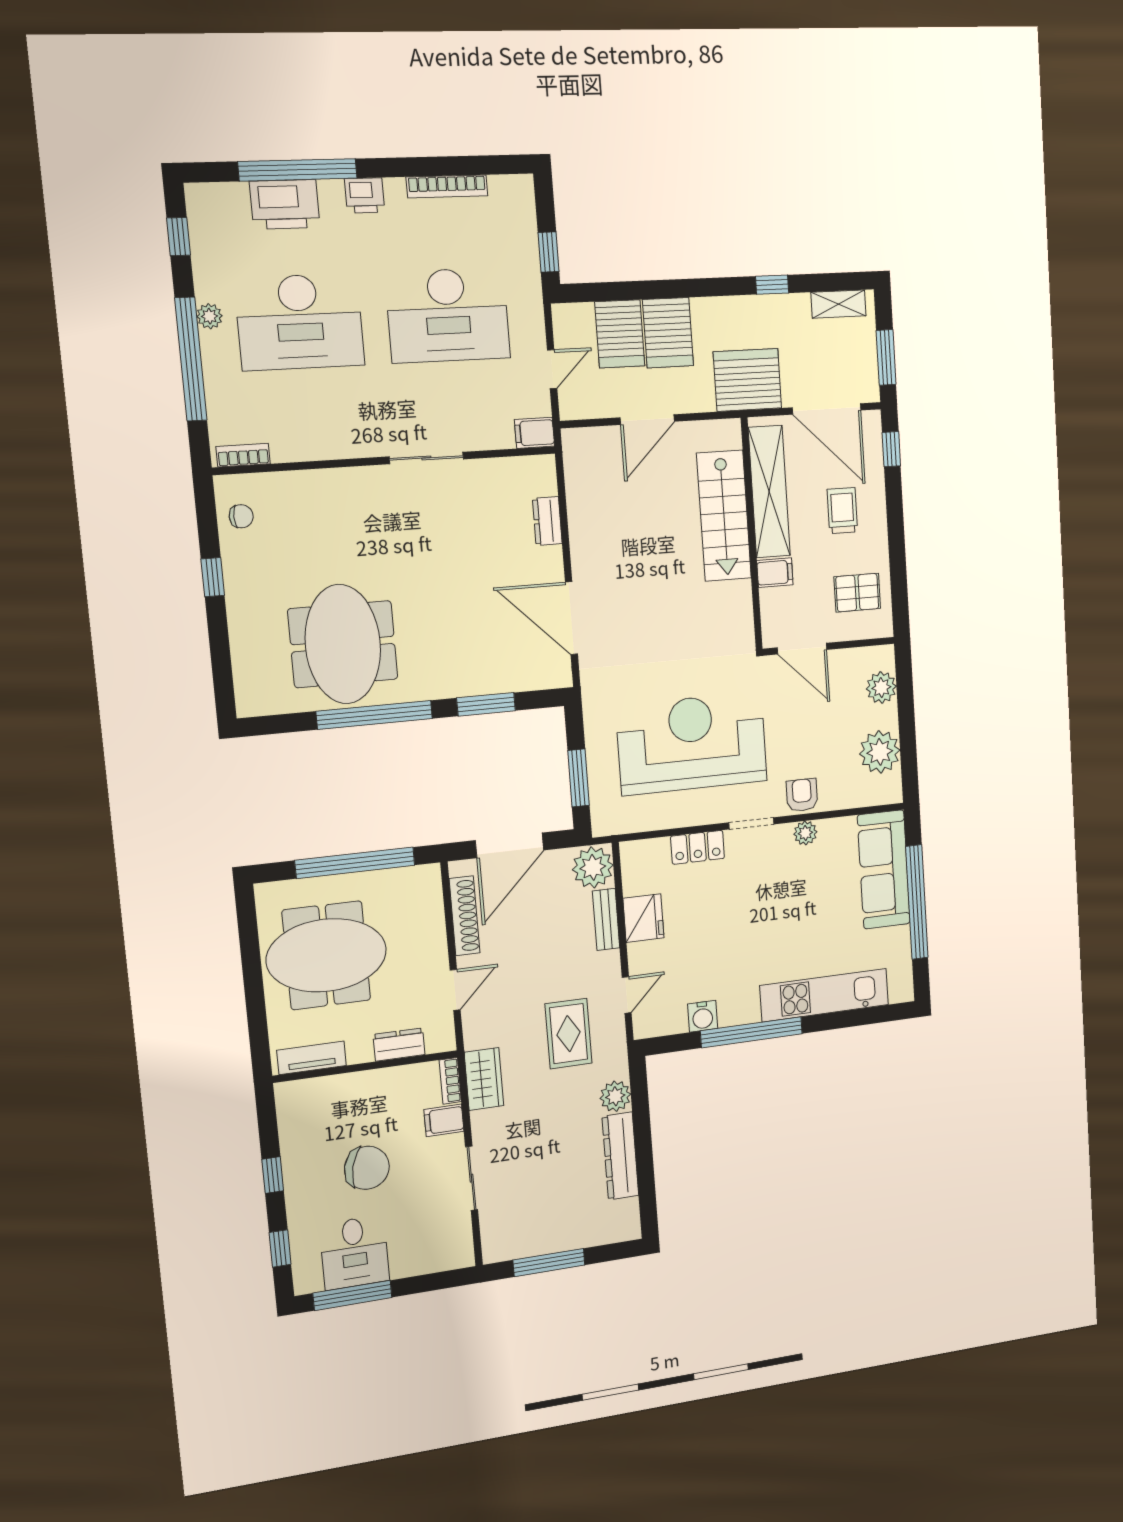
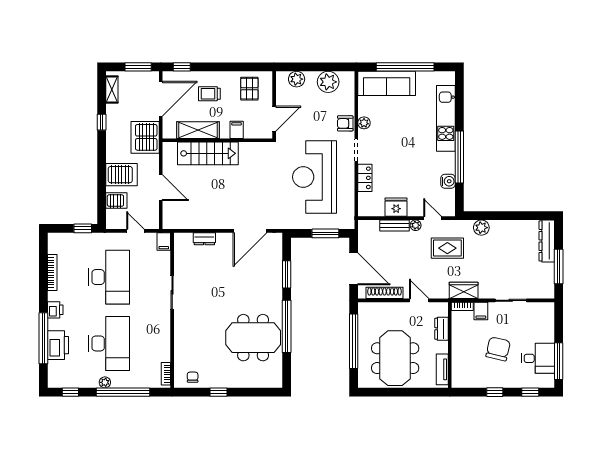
server rack: (620, 334) -> (116, 201), width x0.73, depth x0.70
shelving: (769, 492) -> (198, 130), width x0.68
plant: (593, 867) -> (416, 225), moved, width x0.53, depth x0.53
dresser: (620, 1156) -> (547, 241), moved, turned 90

